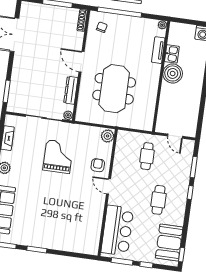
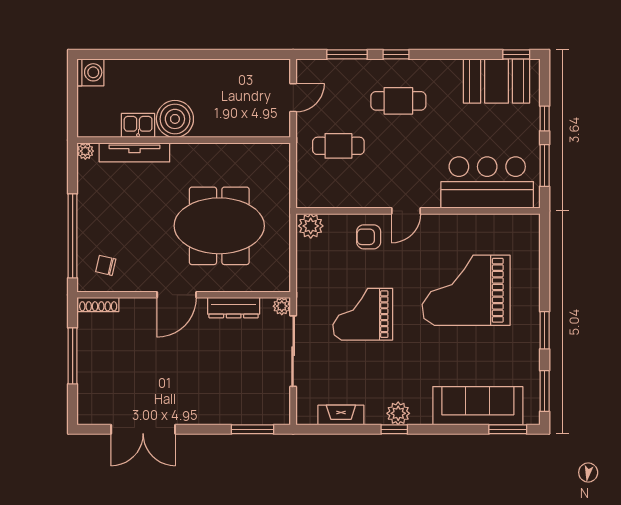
tv unit: (158, 50) -> (134, 152), width x1.41
cafe table: (159, 200) -> (398, 101), moved
grand piano: (63, 212) -> (466, 290), added

